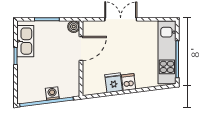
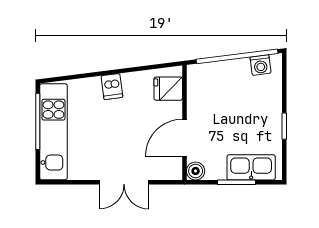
kitchen sink: (25, 41) -> (251, 167), moved, turned 90
fridge: (114, 83) -> (168, 89), moved, turned 97
washing machine: (52, 94) -> (261, 65), moved

